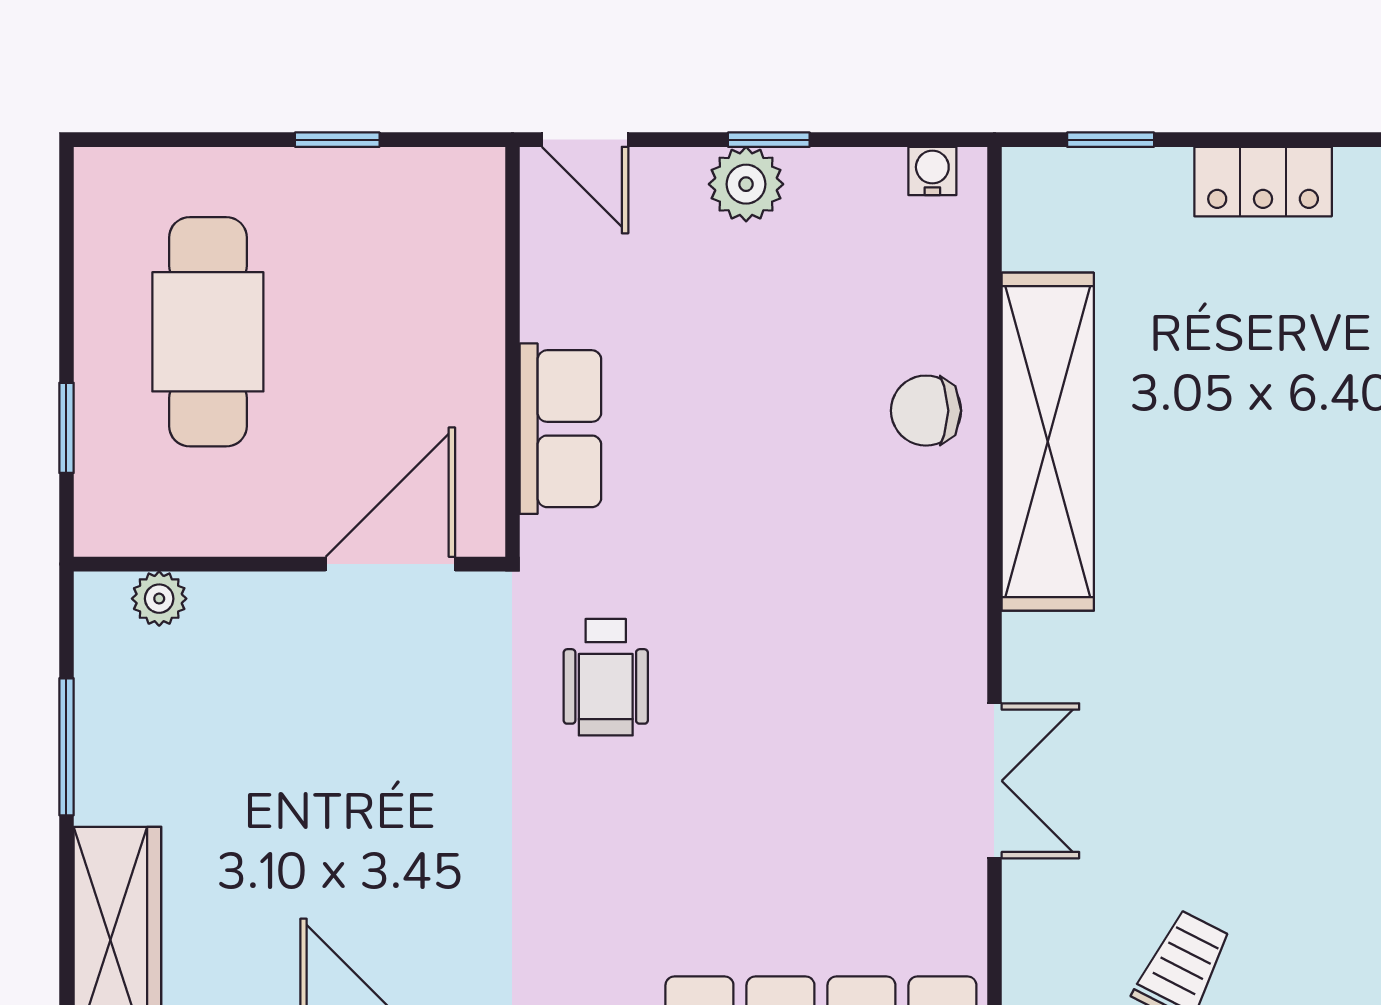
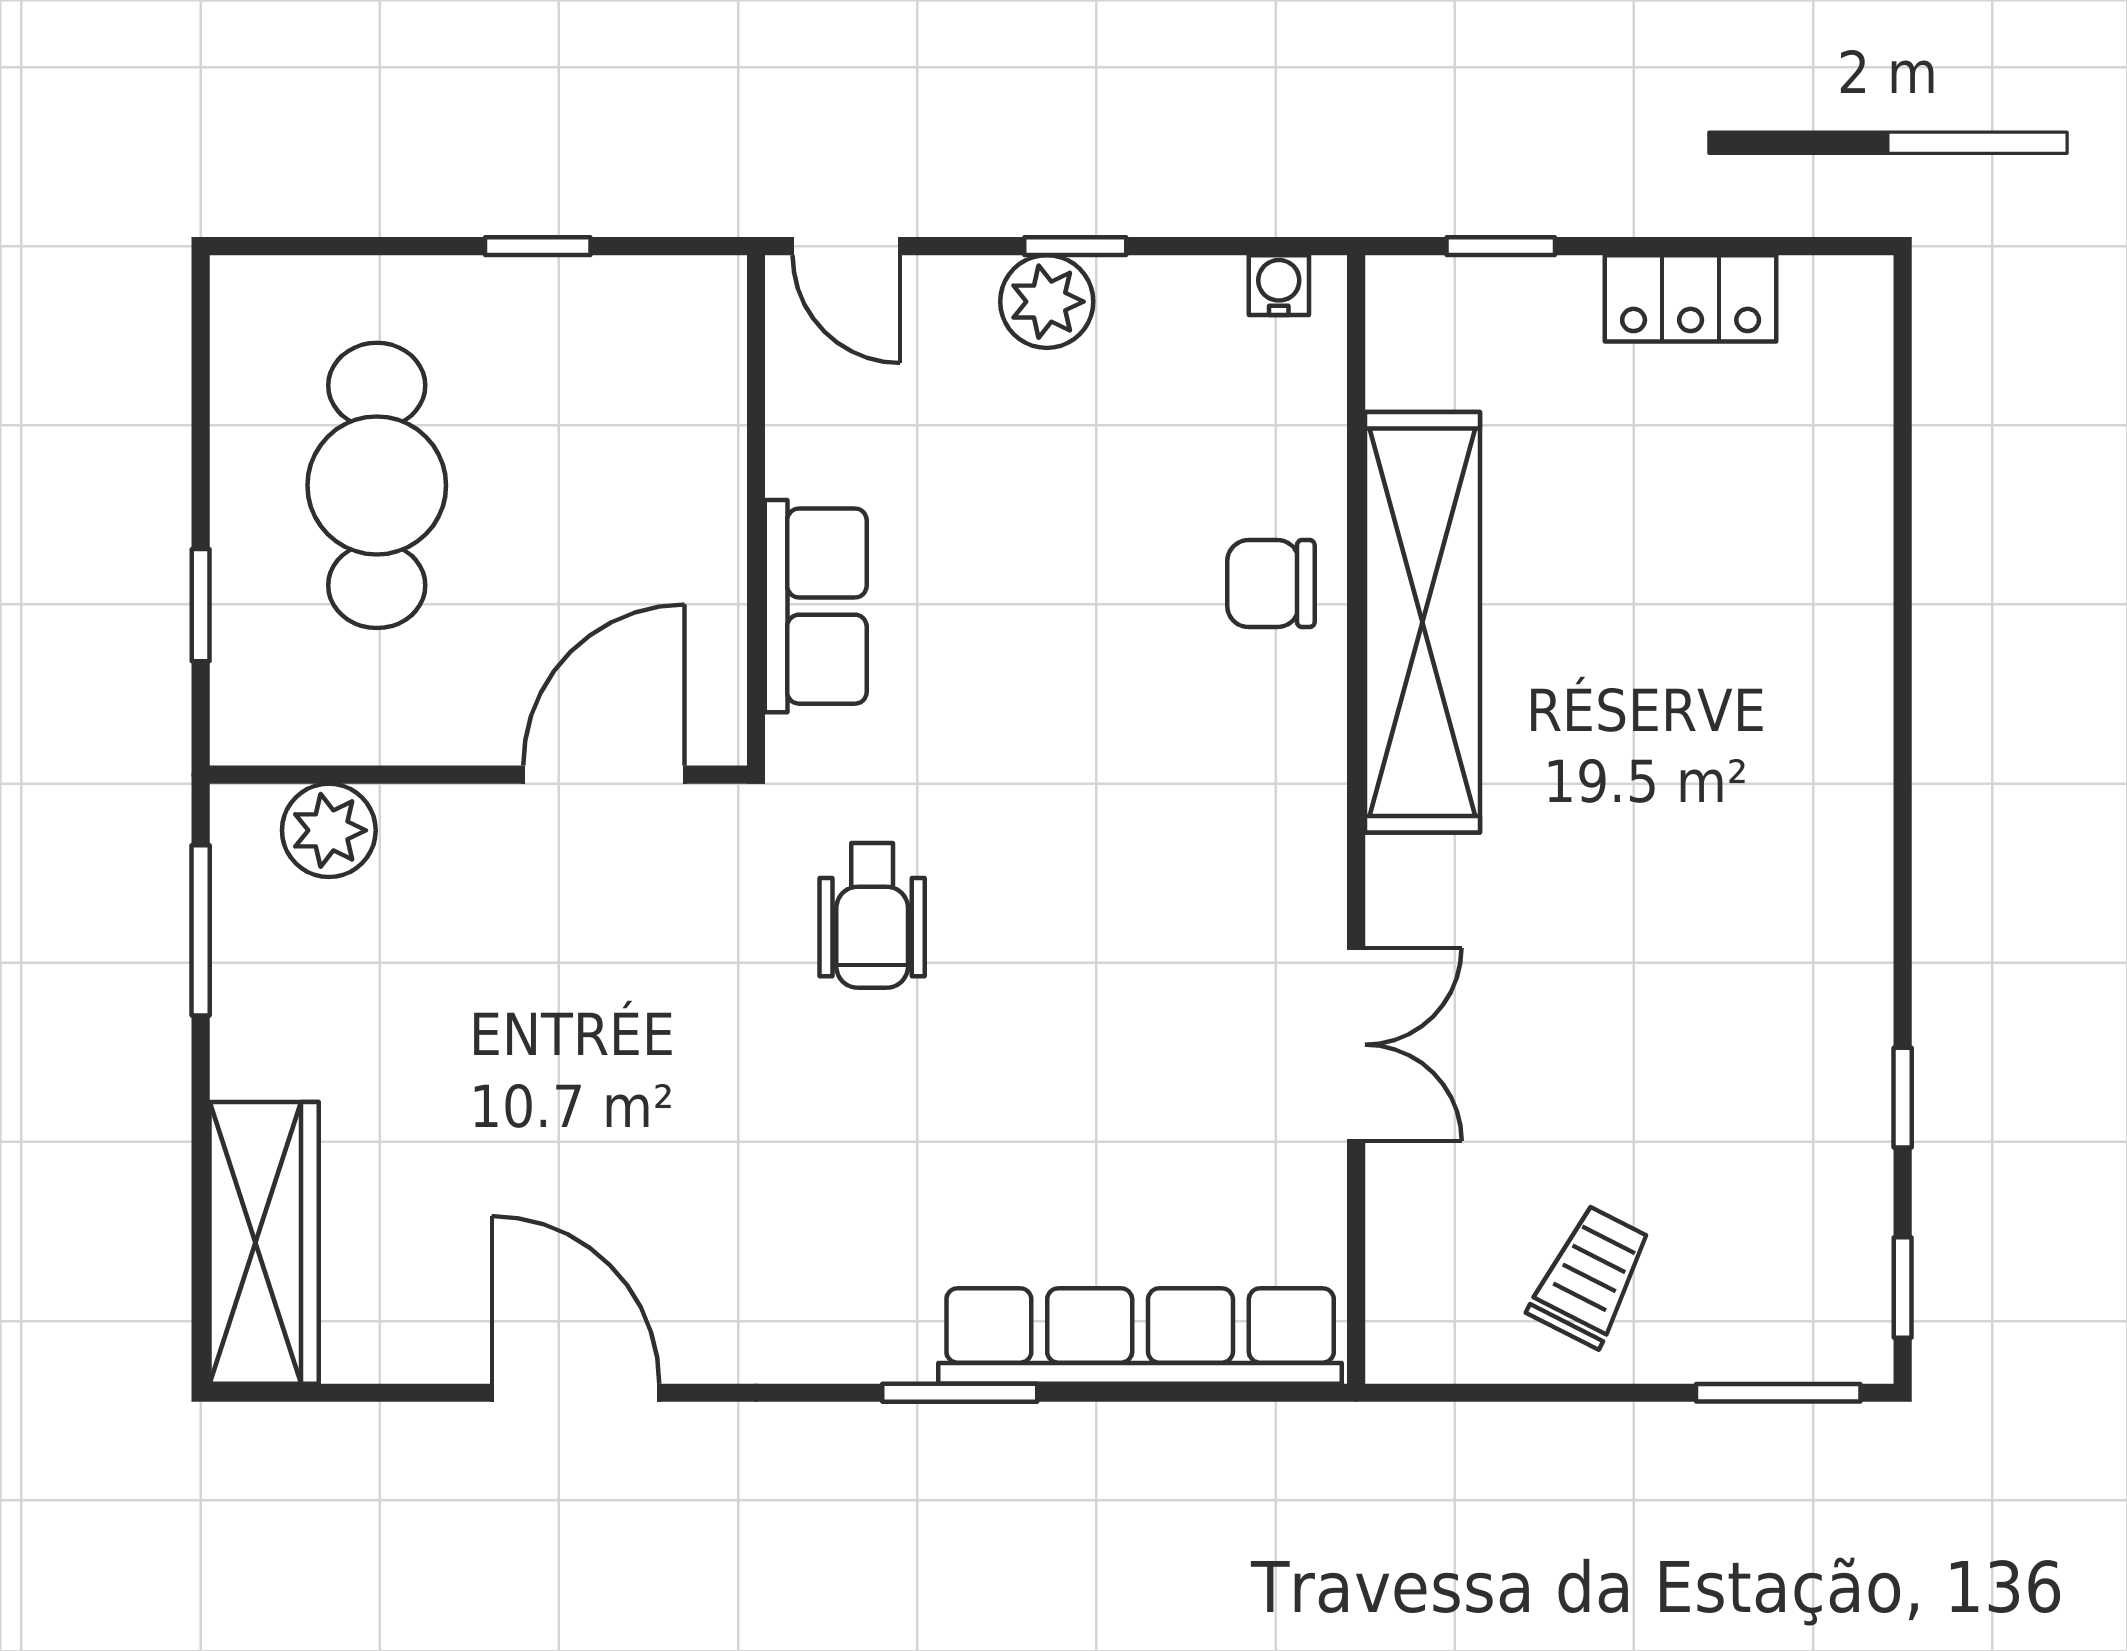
plant: (159, 599) -> (329, 830), width x1.38, depth x1.38
window: (66, 747) -> (201, 930), moved

